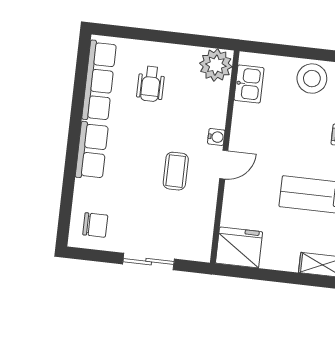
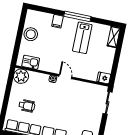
coffee table: (176, 171) -> (66, 98), removed
fridge: (239, 247) -> (104, 78), width x0.53, depth x0.75
sliding door: (149, 262) -> (107, 103), moved

